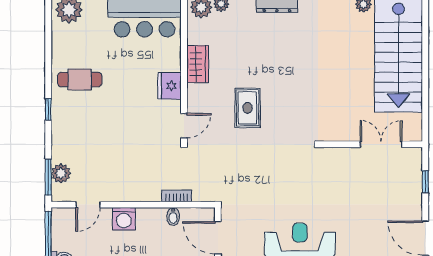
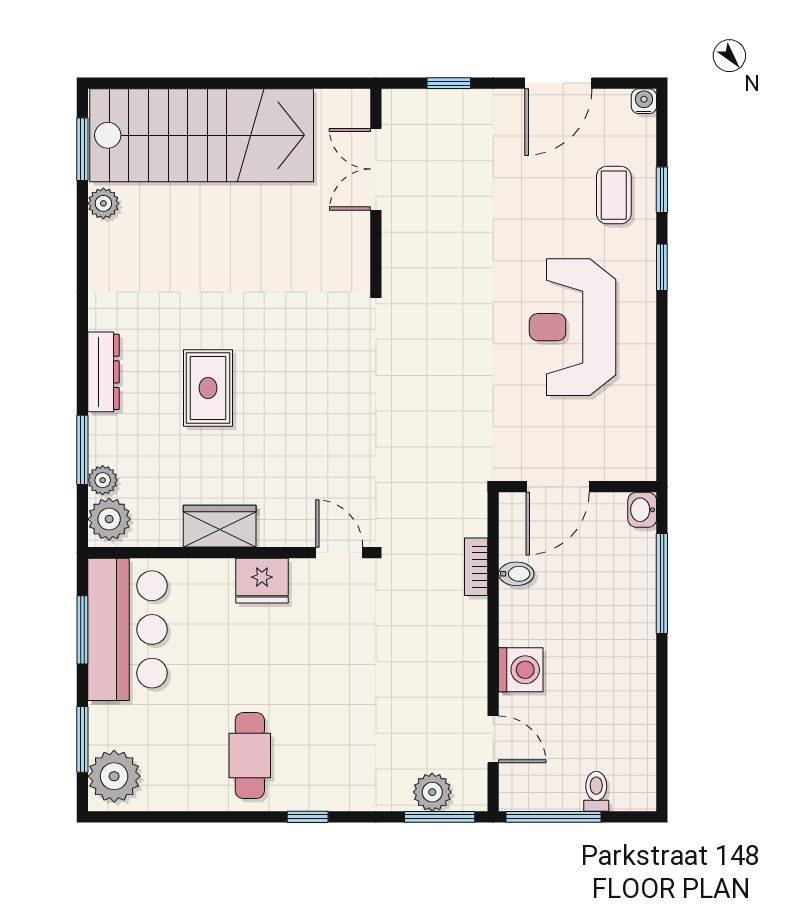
rug: (247, 108) -> (208, 388), moved, turned 90

